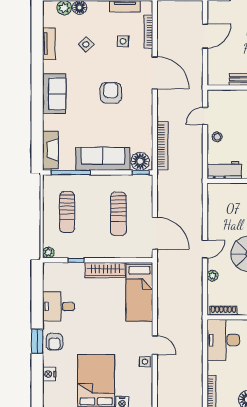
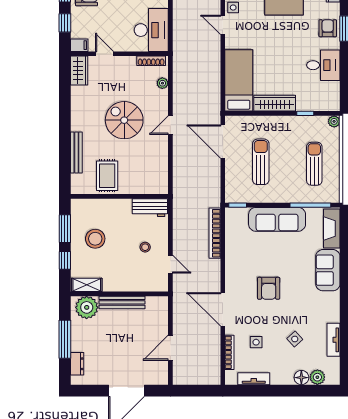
sofa: (54, 94) -> (328, 270), moved
door: (205, 116) -> (170, 264), hinge flipped
stool: (217, 137) -> (145, 247), moved
floor lamp: (140, 161) -> (238, 217), removed
plant: (213, 276) -> (162, 83), moved

